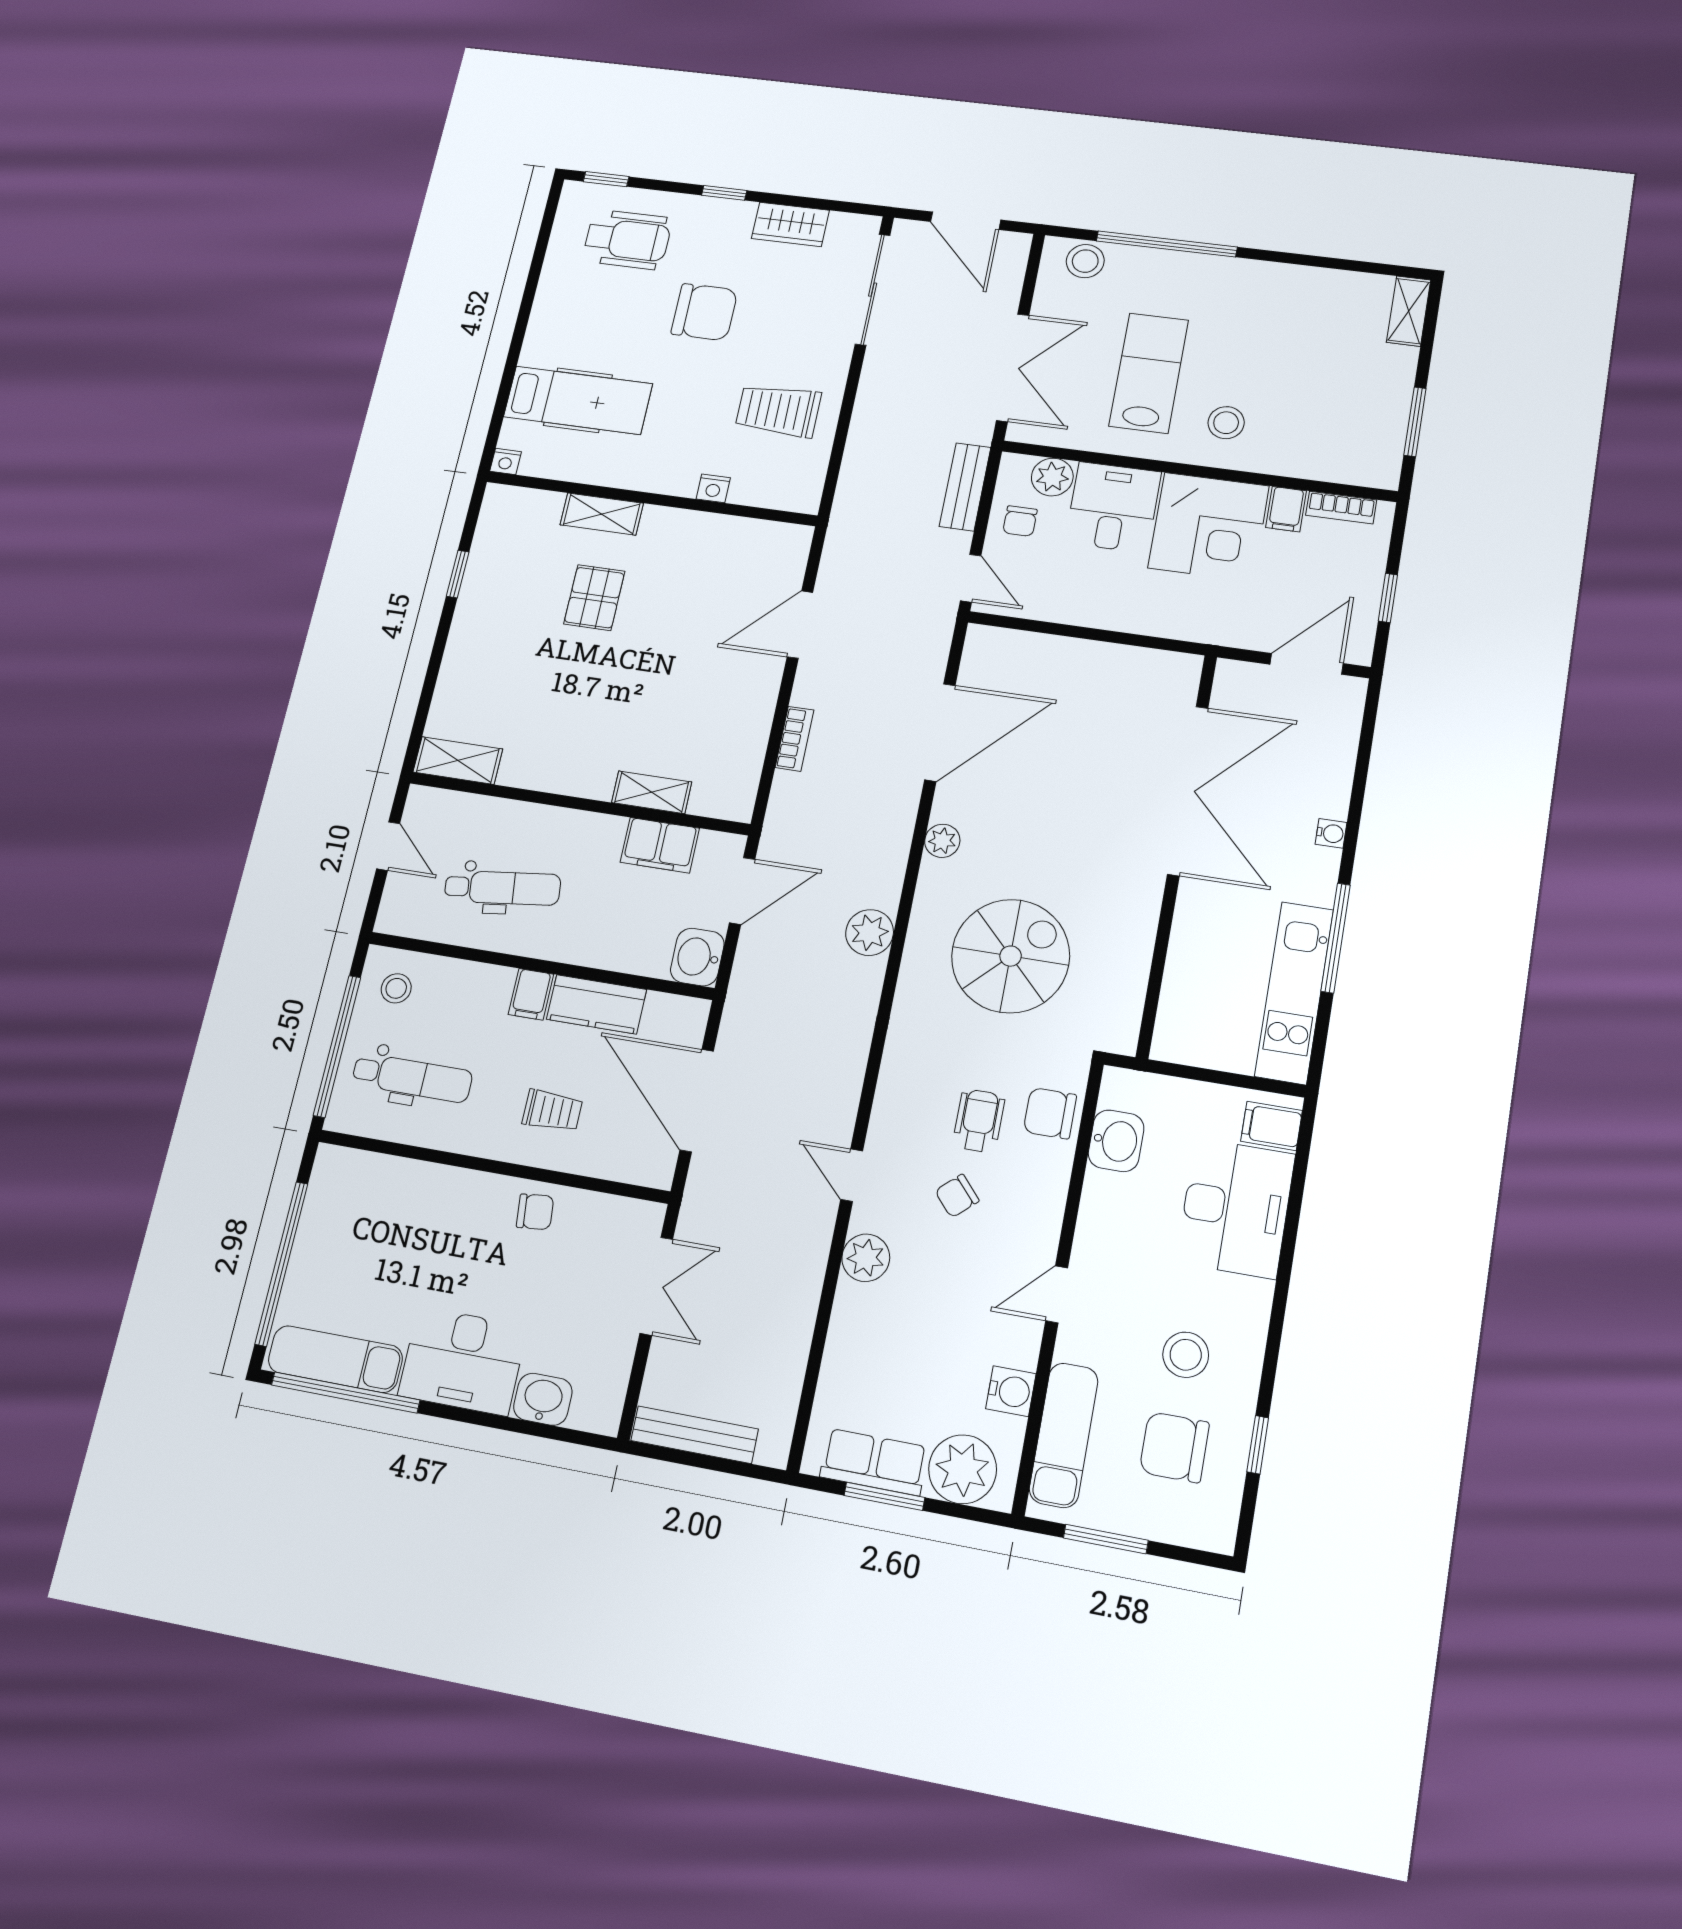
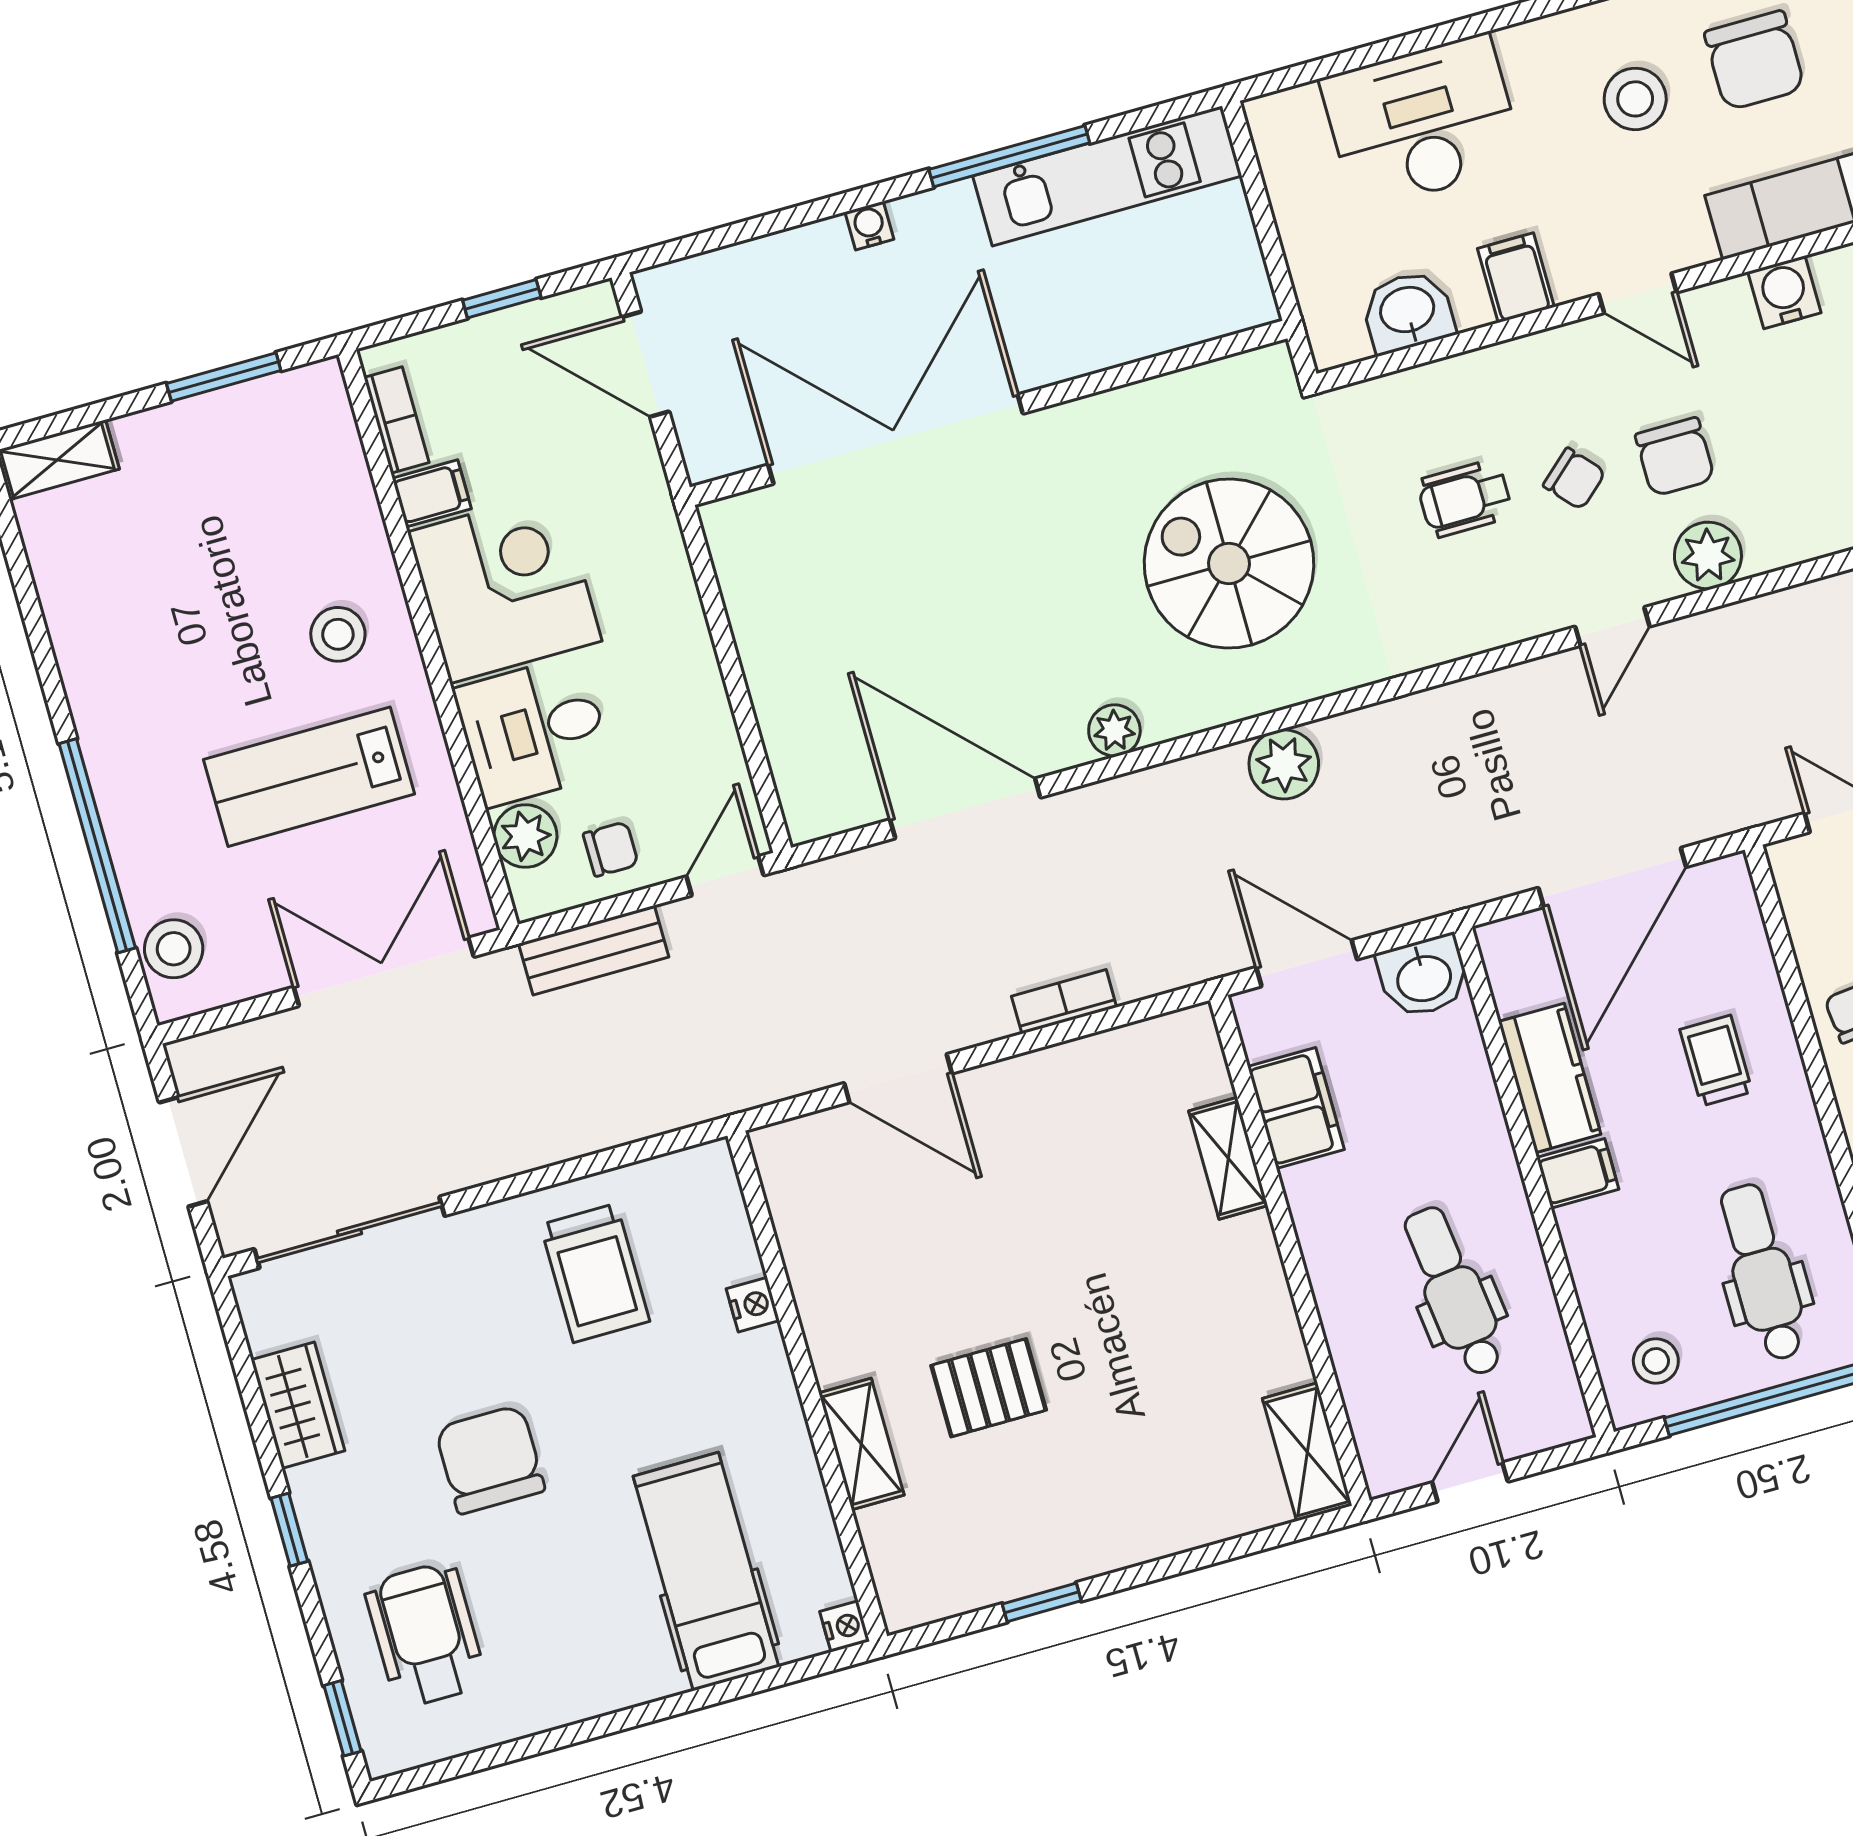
chair: (1050, 1113) -> (1675, 457), moved
filing cabinet: (1272, 1126) -> (1516, 278), moved, turned 180

